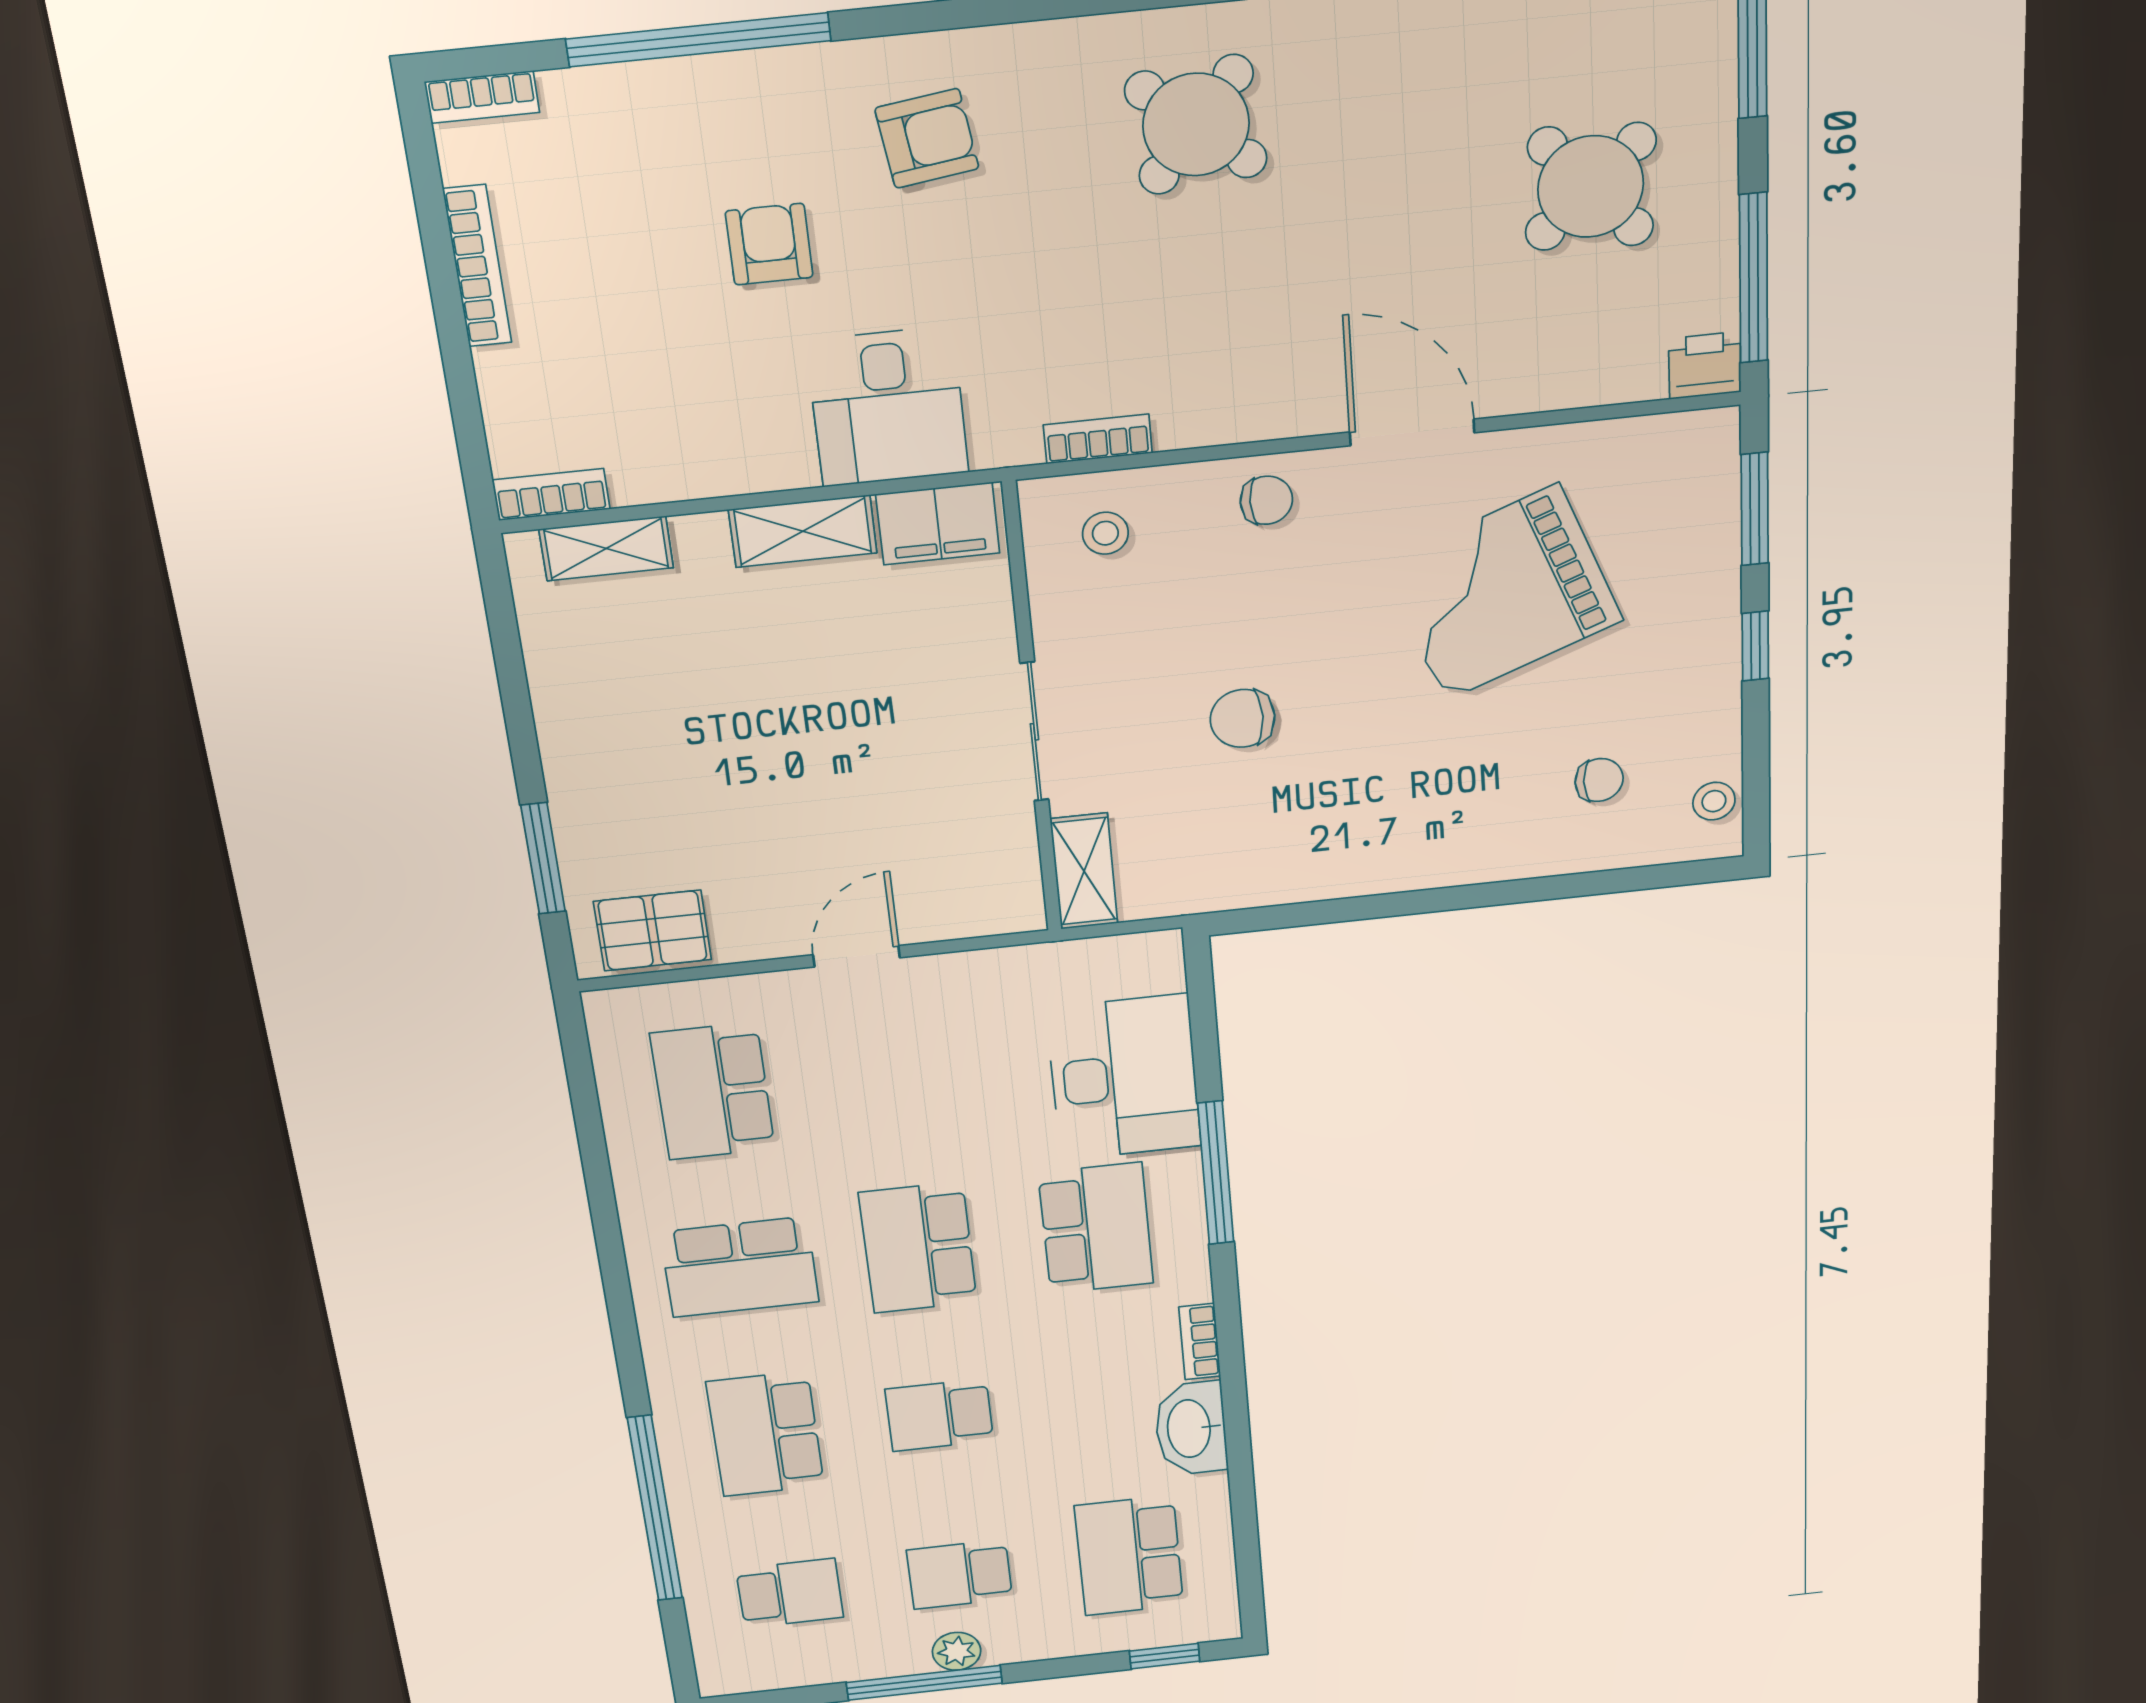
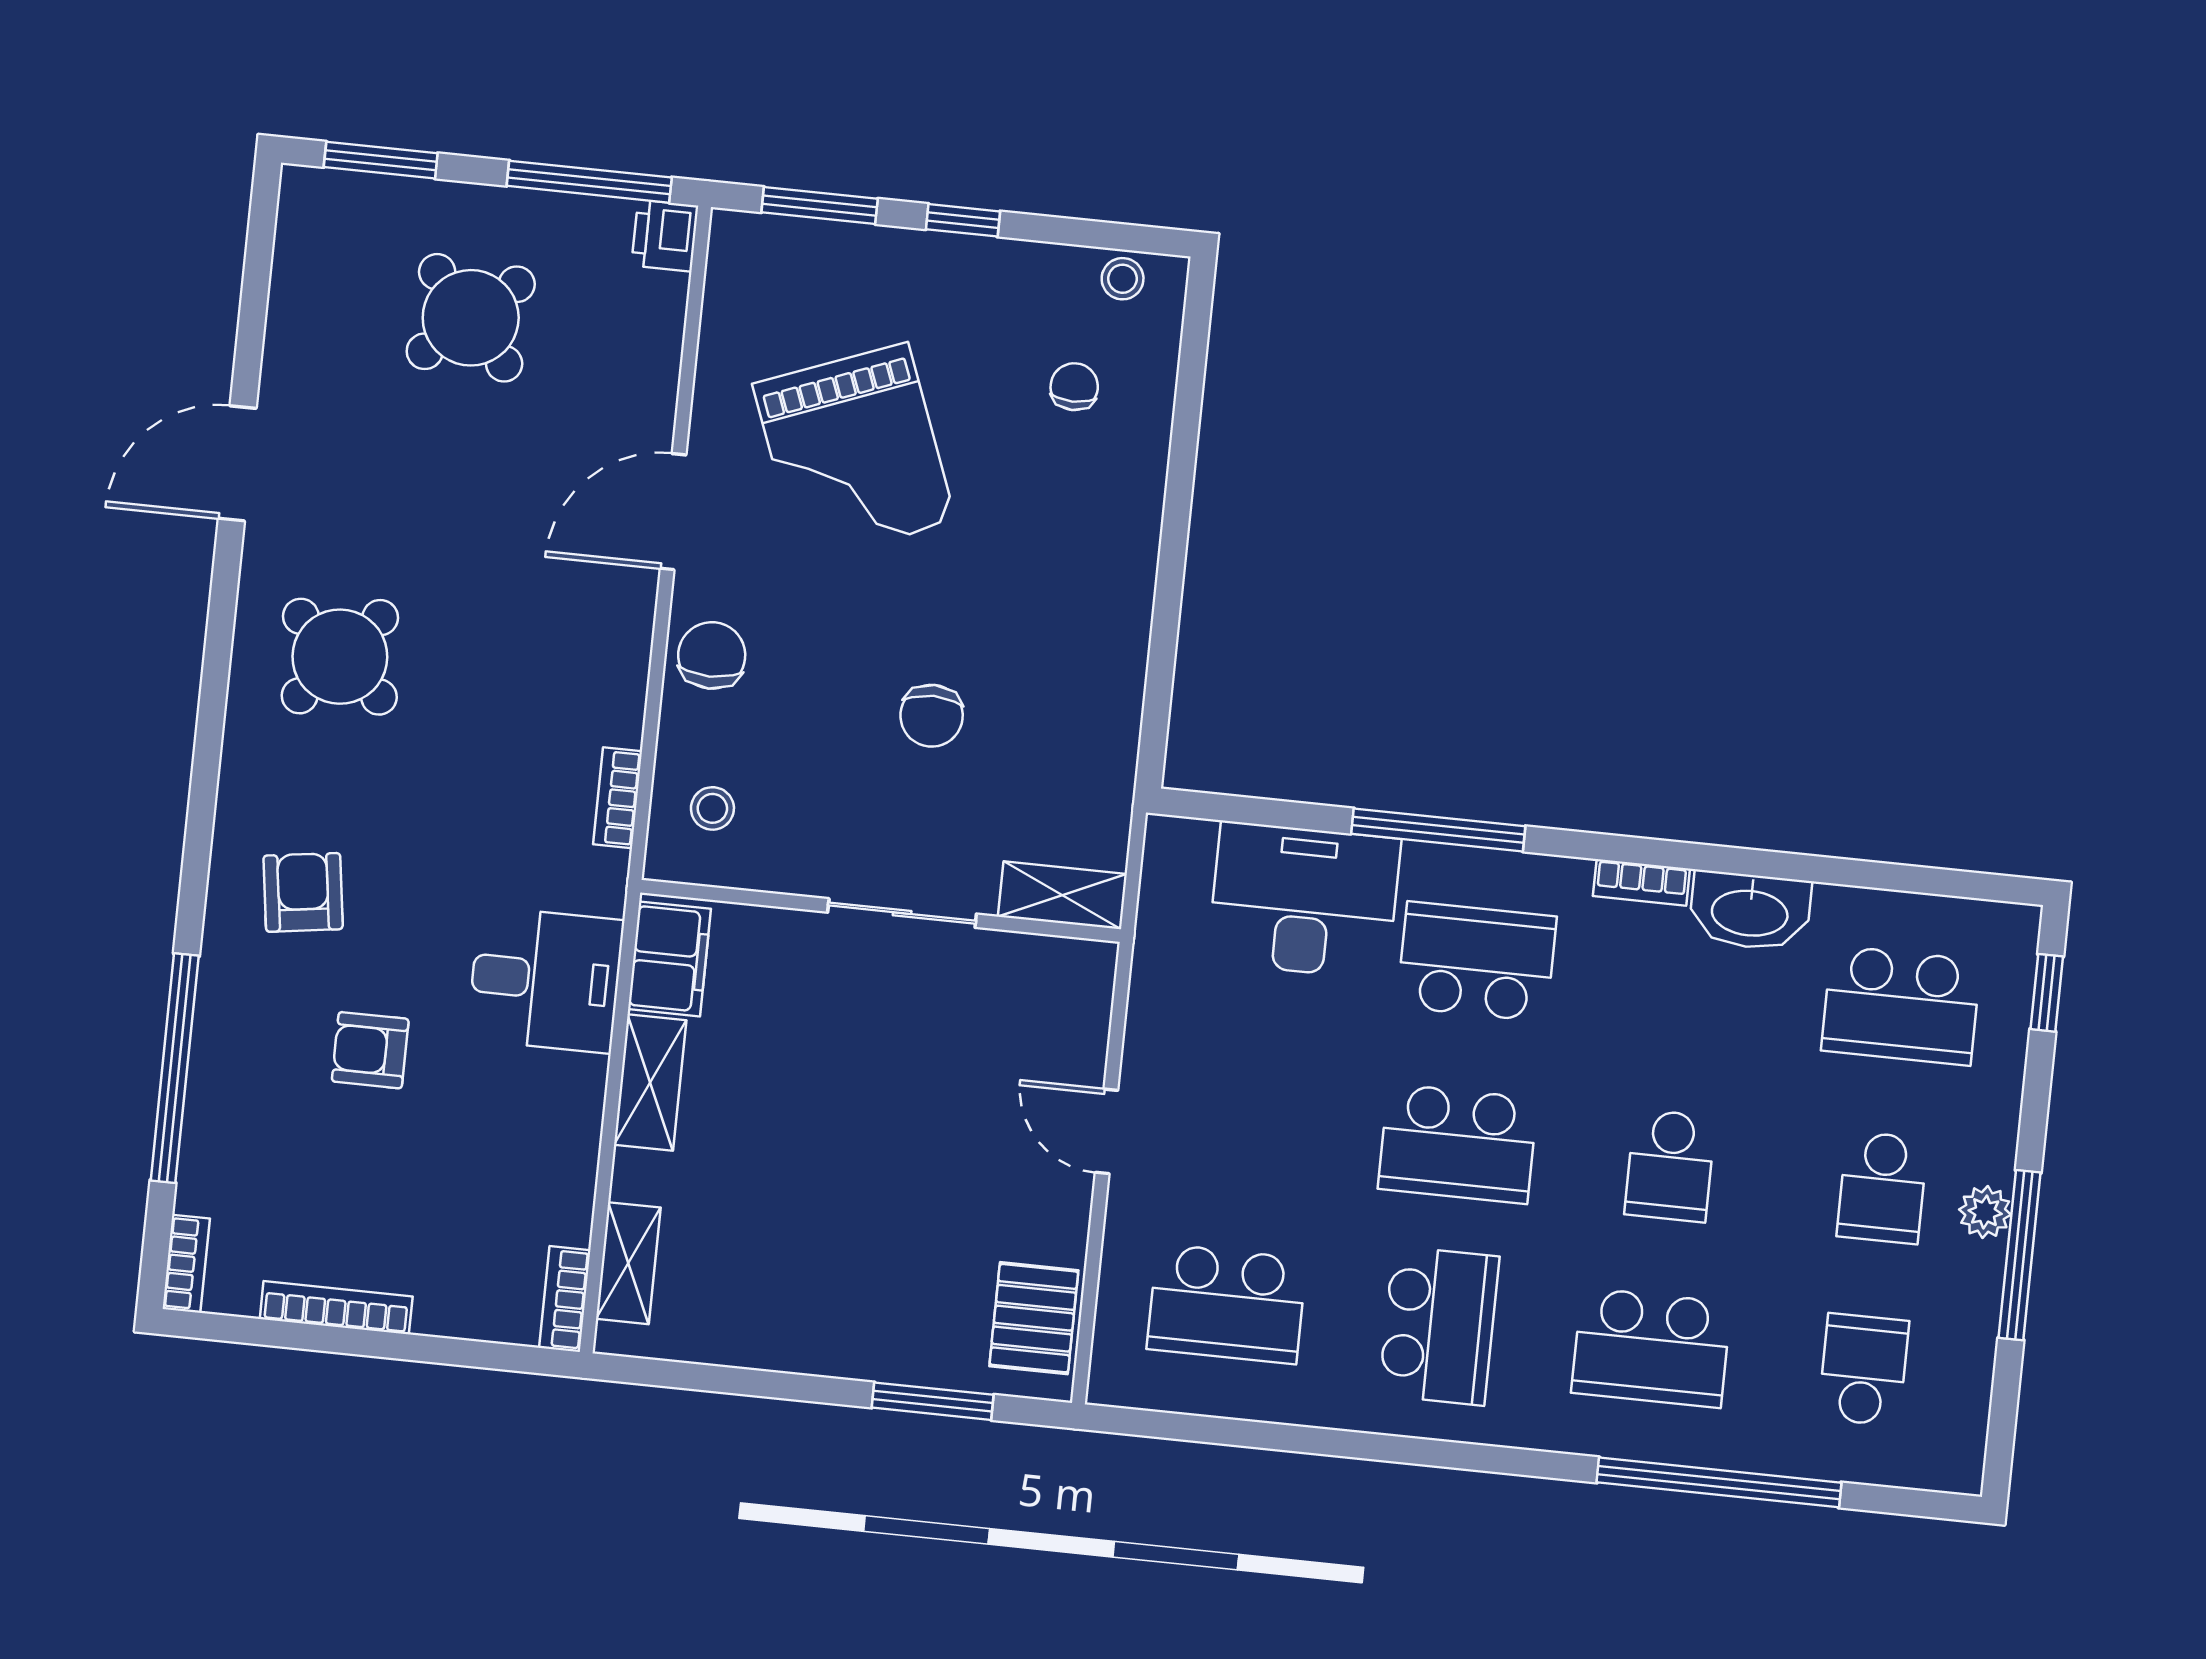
chair: (1266, 500) -> (712, 655), width x1.37, depth x1.37

